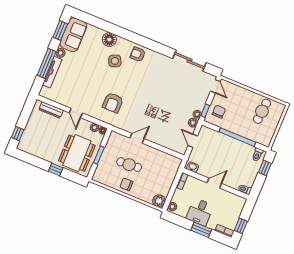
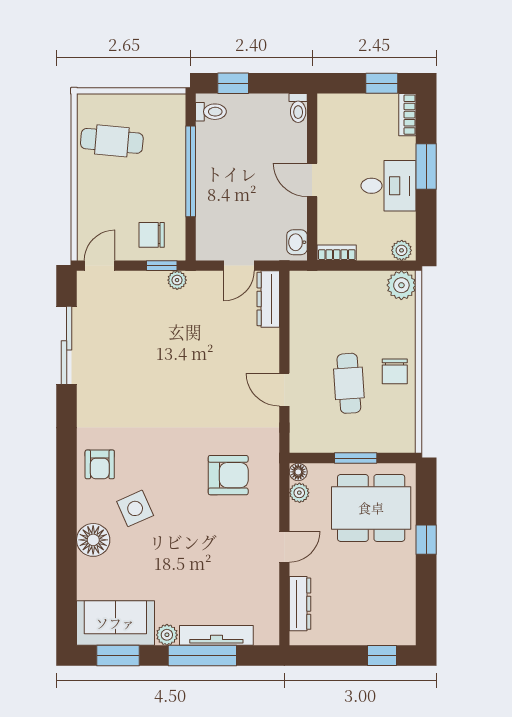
plant: (193, 123) -> (199, 281), removed
dresser: (175, 147) -> (268, 299), added

